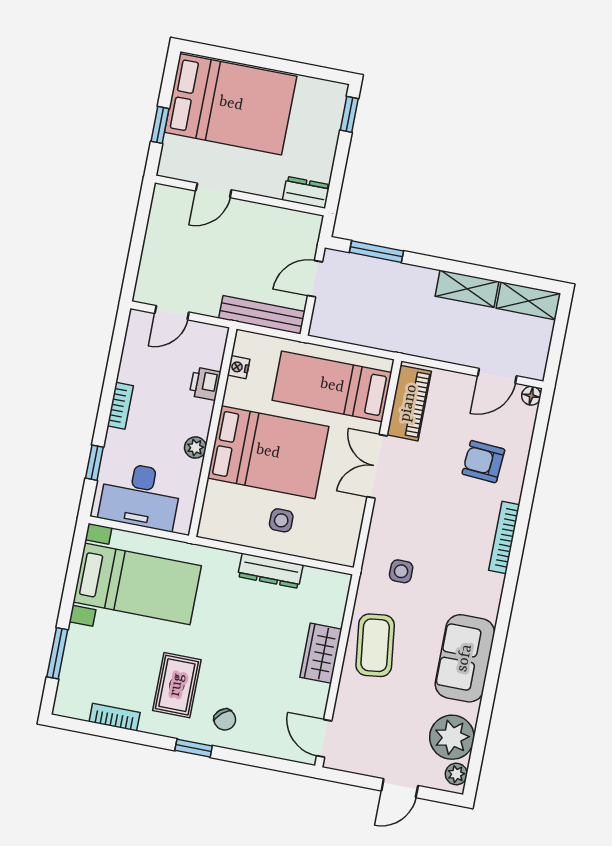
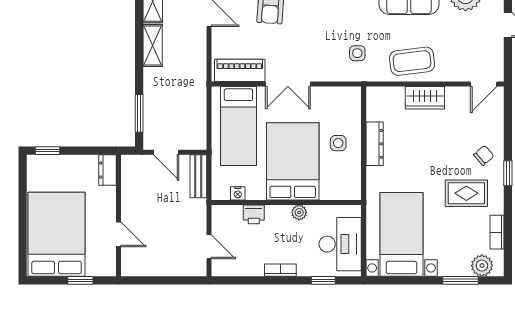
bench: (262, 315) -> (198, 176), width x0.73
plant: (72, 687) -> (482, 266), added

